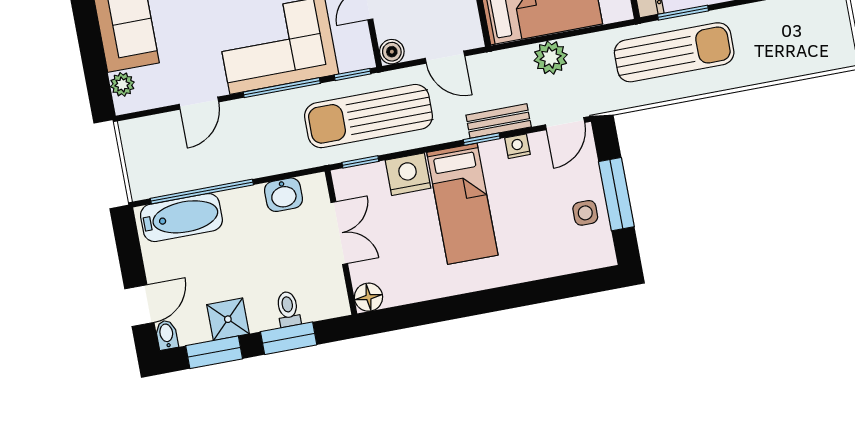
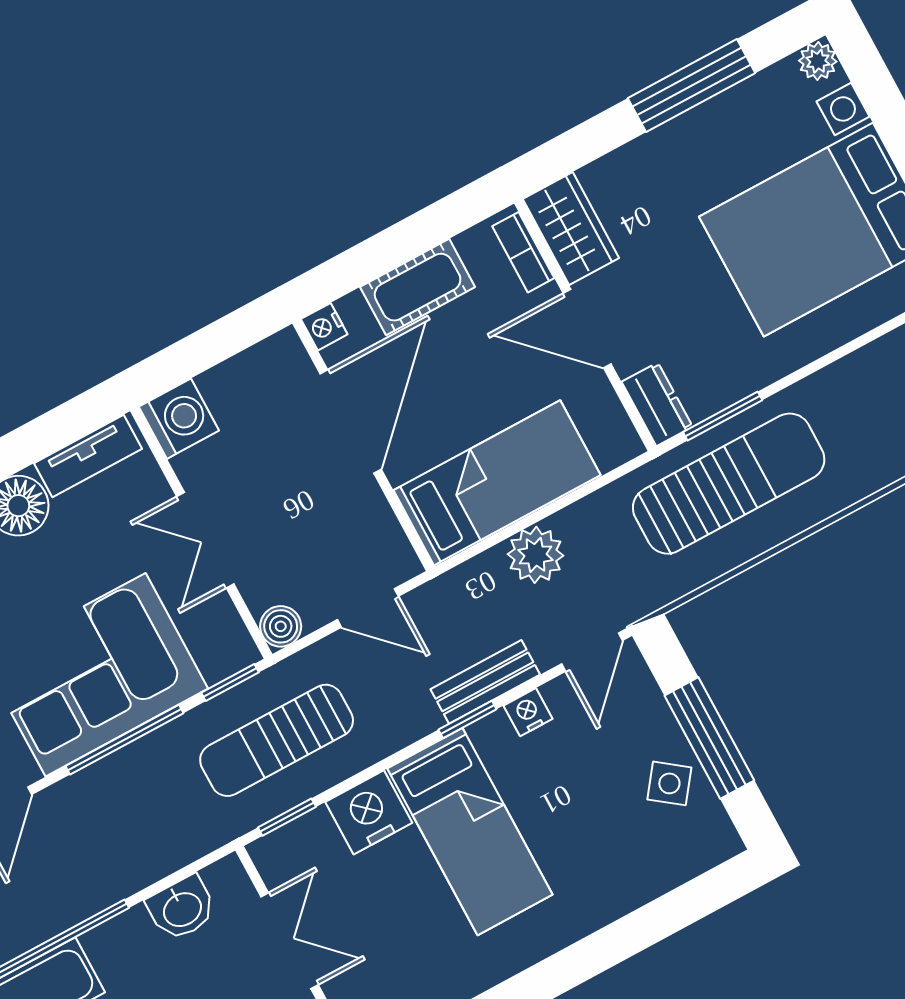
sun lounger: (369, 116) -> (277, 740), width x0.73, depth x0.75
side table: (585, 213) -> (669, 783), turned 37

